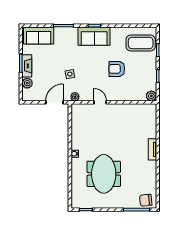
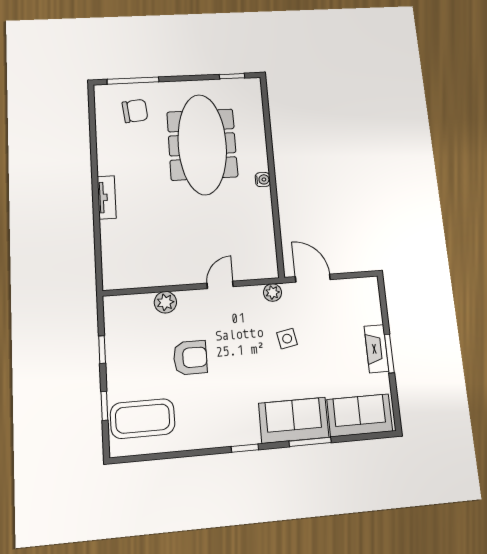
sofa: (94, 36) -> (294, 420), moved
plant: (27, 83) -> (371, 313), removed
plant: (151, 96) -> (165, 302), moved
door: (54, 102) -> (313, 278), swing flipped
door: (100, 102) -> (220, 285), swing flipped
meeting table: (104, 174) -> (202, 144), width x1.36
chair: (146, 200) -> (135, 111), moved

